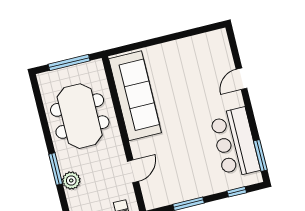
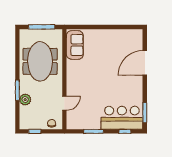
door: (241, 79) -> (145, 63), width x1.88
sofa: (135, 96) -> (75, 45), width x0.54, depth x0.79
bar counter: (235, 143) -> (122, 118), moved, turned 90

